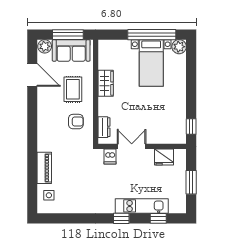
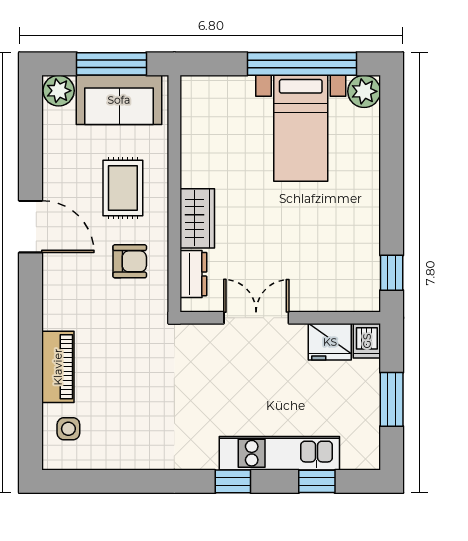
door: (32, 75) -> (31, 227), moved
wardrobe: (106, 83) -> (197, 218), moved
dishwasher: (110, 156) -> (367, 341), moved

